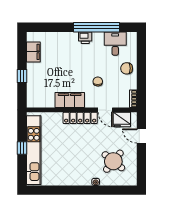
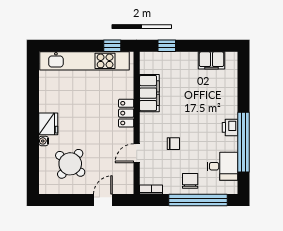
window: (141, 62) -> (198, 200), added
window: (22, 76) -> (167, 46), moved
filing cabinet: (70, 100) -> (149, 93), moved
locker: (80, 118) -> (126, 113), width x0.66
fridge: (122, 119) -> (48, 124), moved, turned 180
window: (22, 148) -> (112, 46), moved

